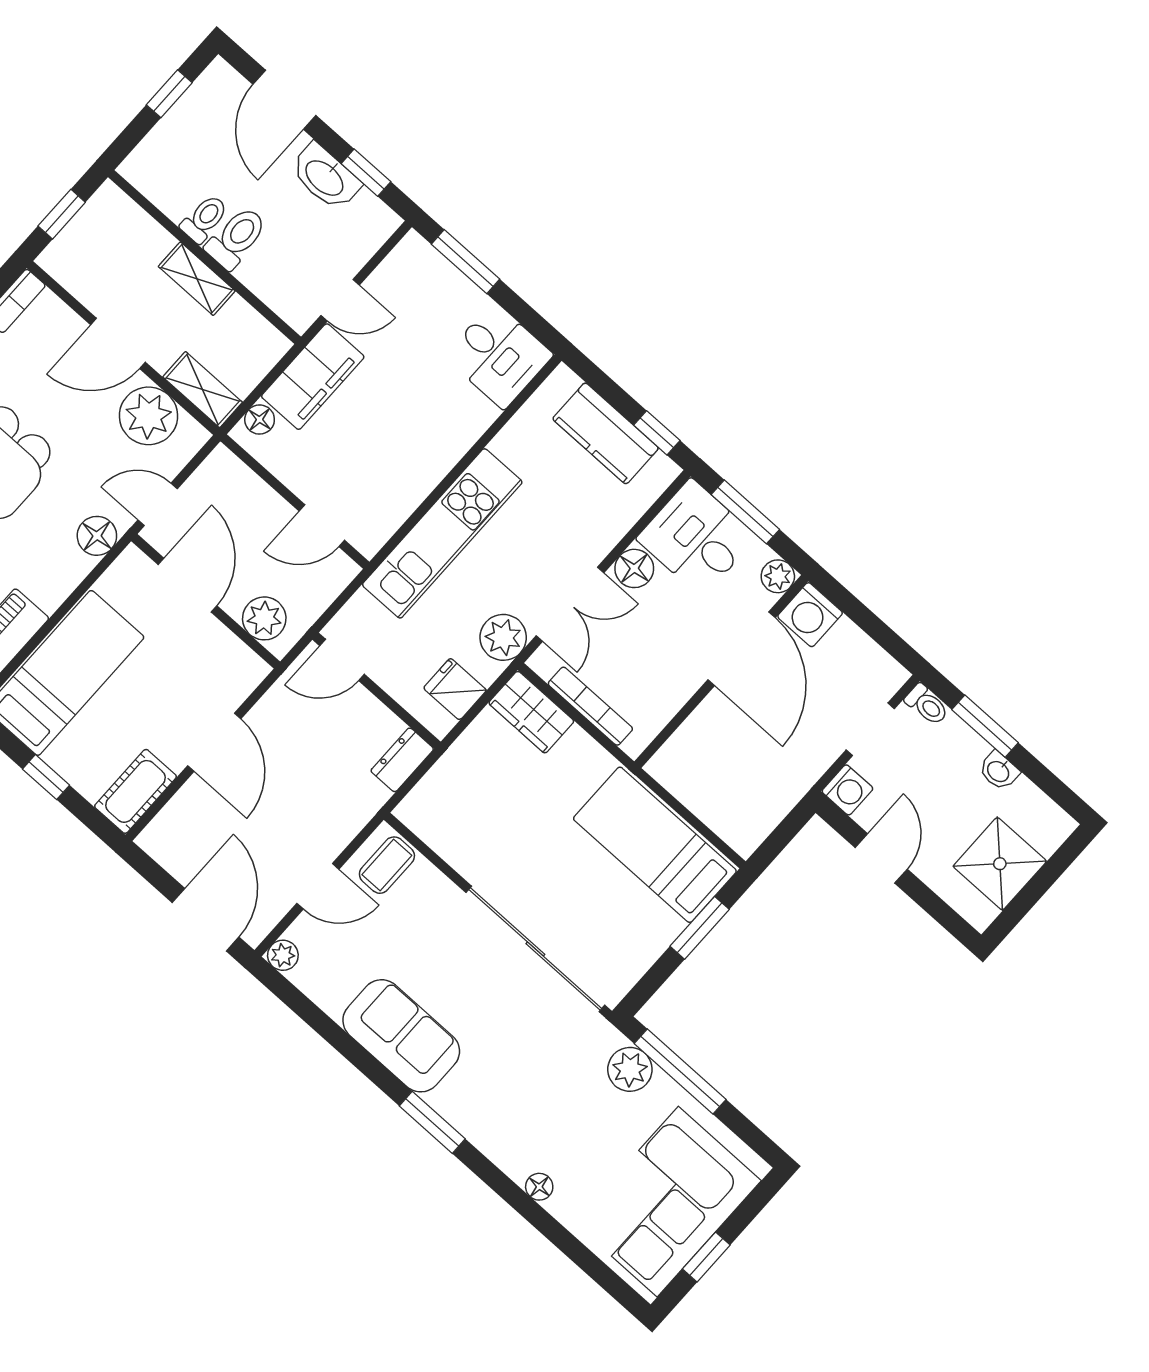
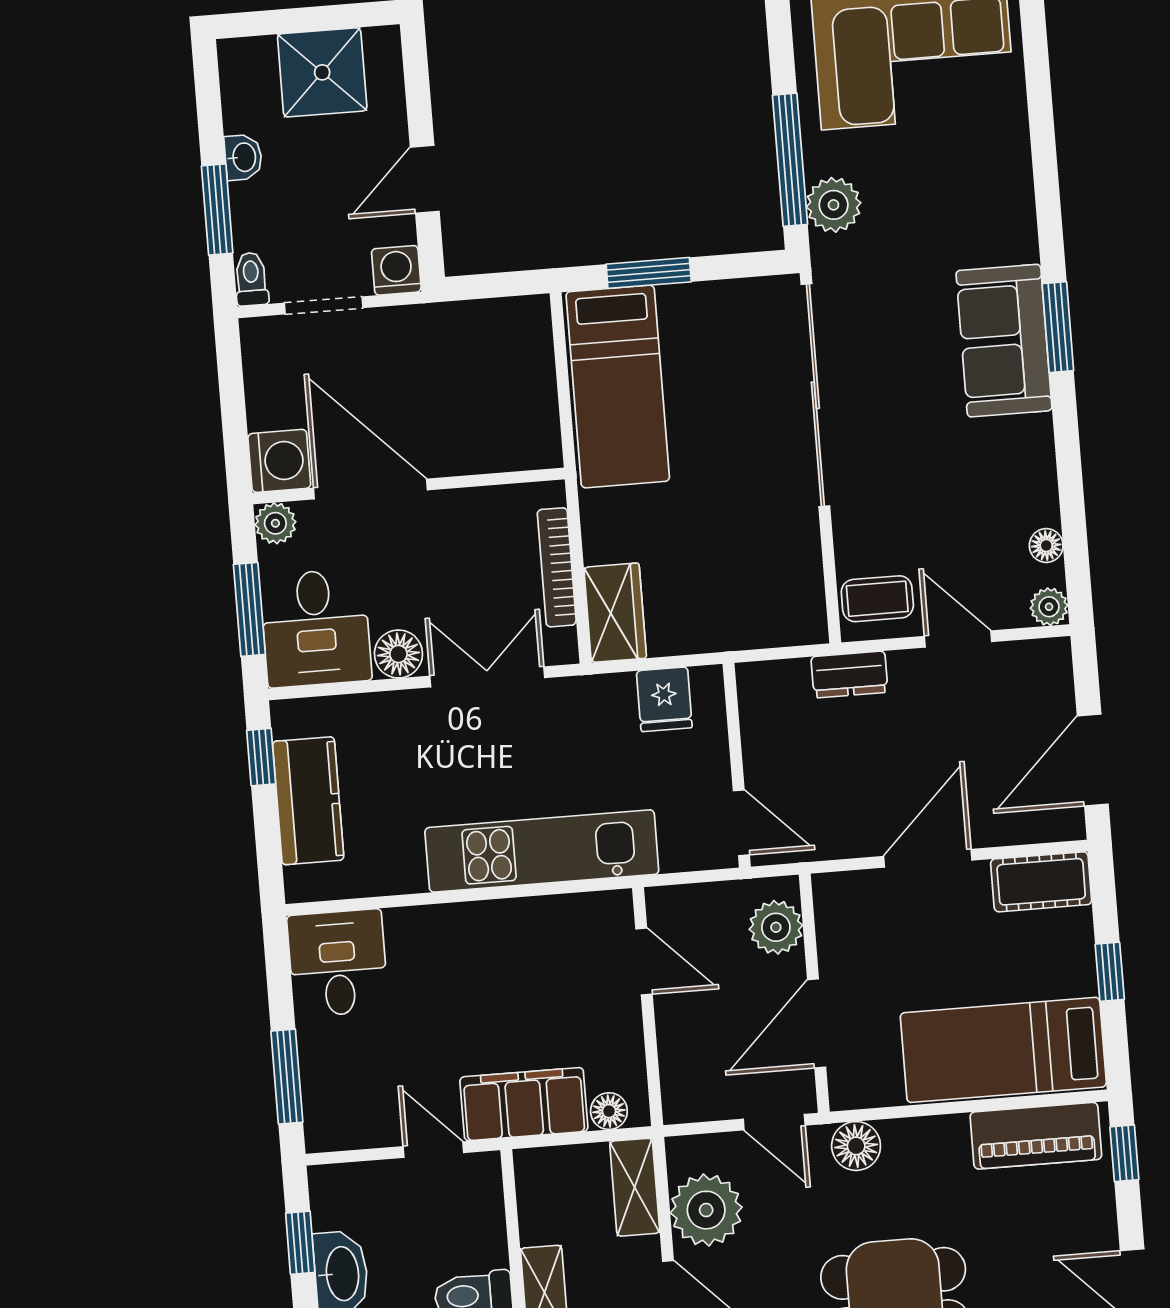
plant: (503, 637) -> (576, 704), removed
door: (742, 649) -> (370, 489), hinge flipped
dresser: (402, 760) -> (849, 675), moved
door: (206, 920) -> (1093, 760), moved
sofa: (401, 1036) -> (1004, 341), moved
floor lamp: (539, 1187) -> (1046, 546), moved

